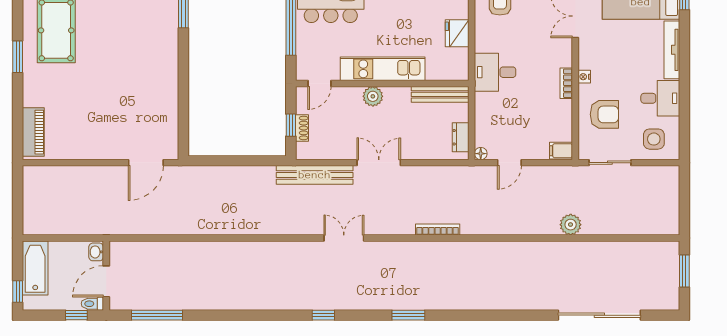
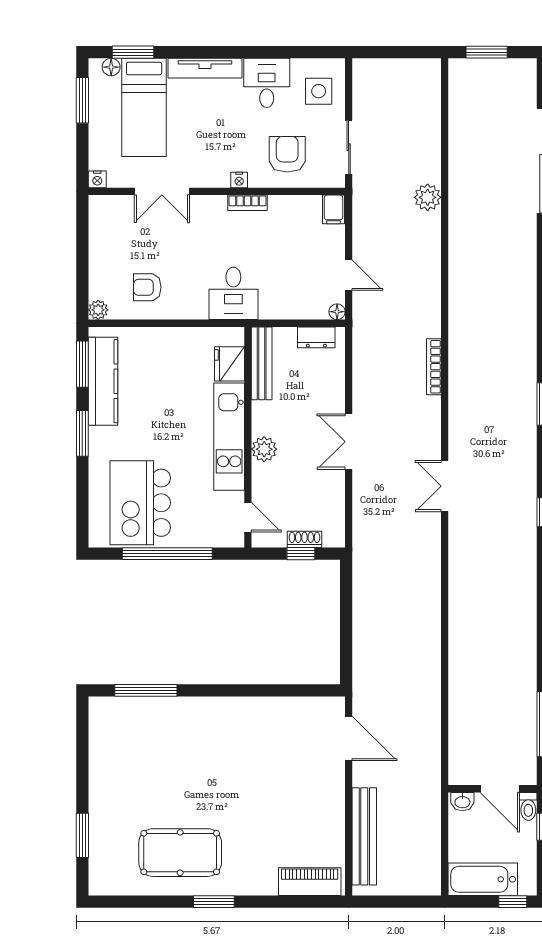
fridge: (457, 33) -> (229, 364), moved, turned 90
bench: (315, 175) -> (364, 836), moved

